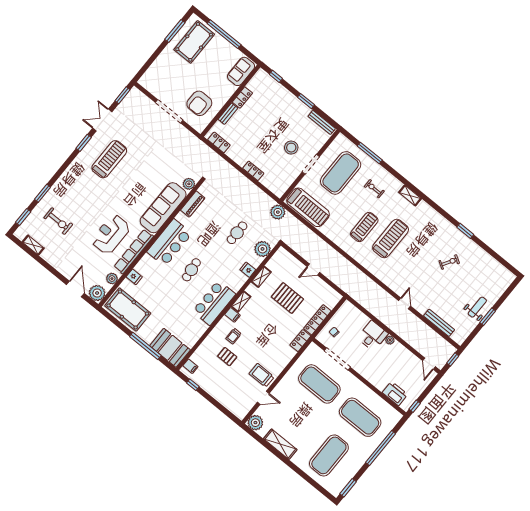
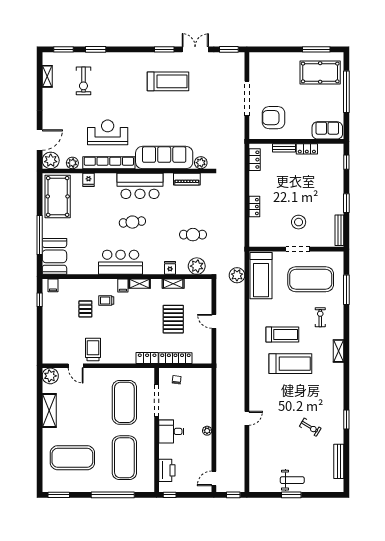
plant: (278, 212) -> (237, 275), moved
bench: (439, 323) -> (339, 461), moved
desk: (373, 336) -> (171, 431), moved, turned 180

